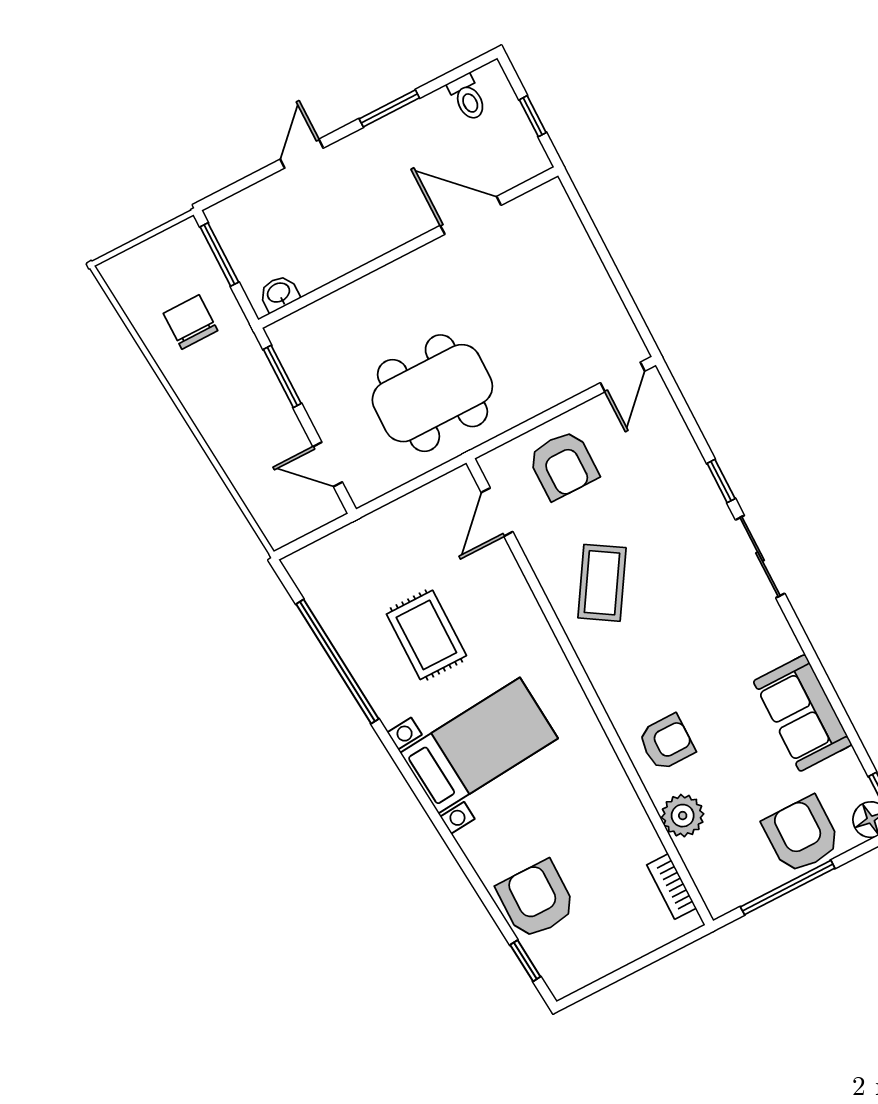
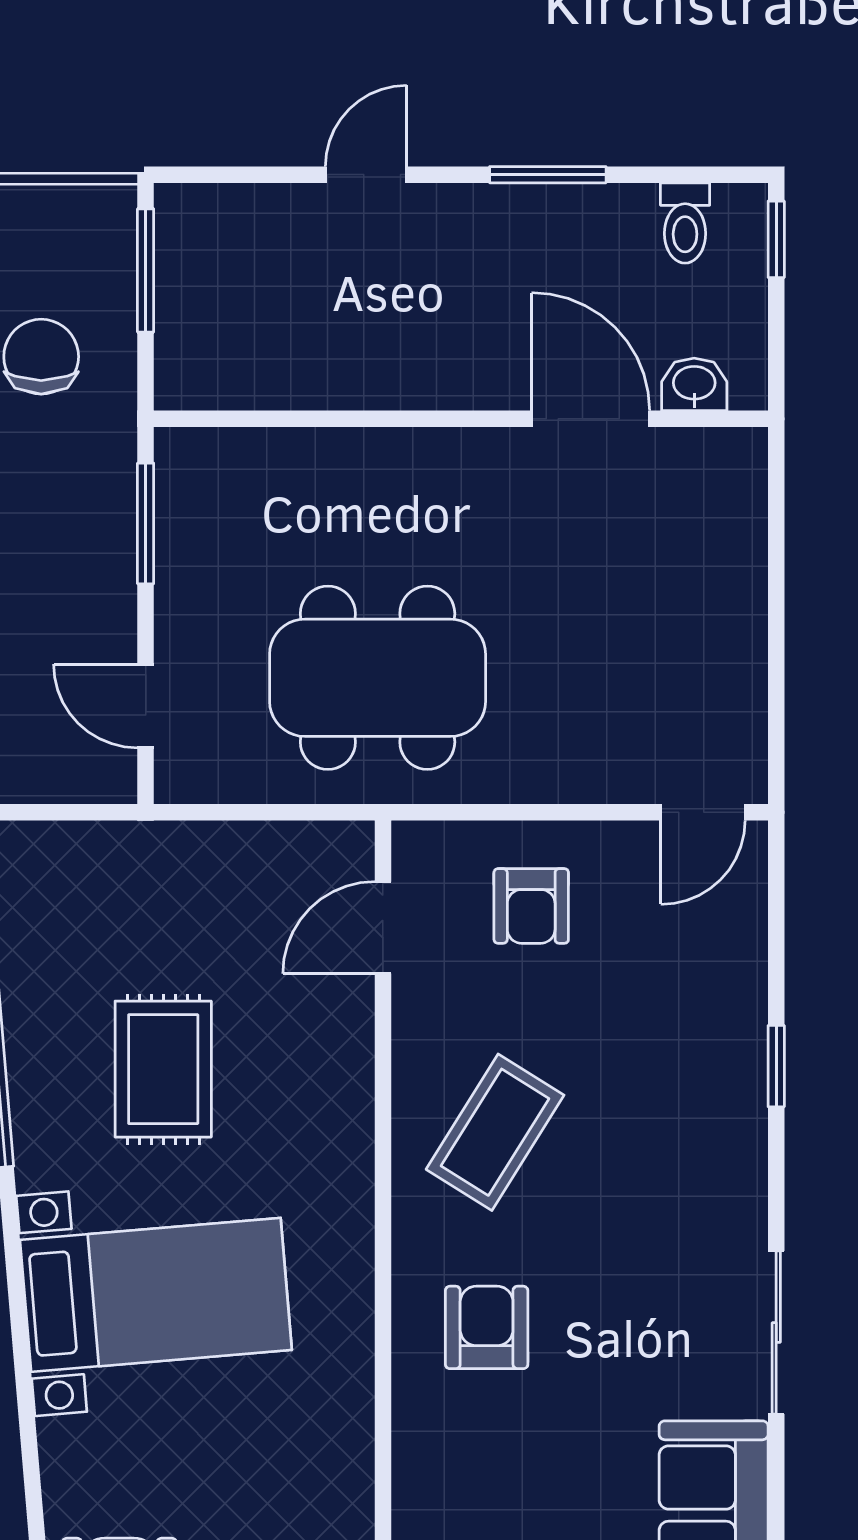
window: (533, 116) -> (776, 239), moved
washbasin: (279, 293) -> (694, 384), moved
armchair: (563, 465) -> (531, 906), width x0.72, depth x0.72
sliding door: (760, 557) -> (776, 1332), moved
armchair: (667, 742) -> (487, 1327), moved, turned -90

